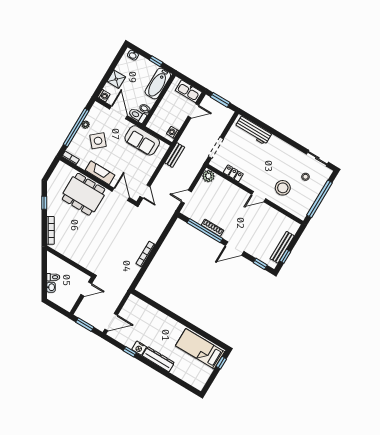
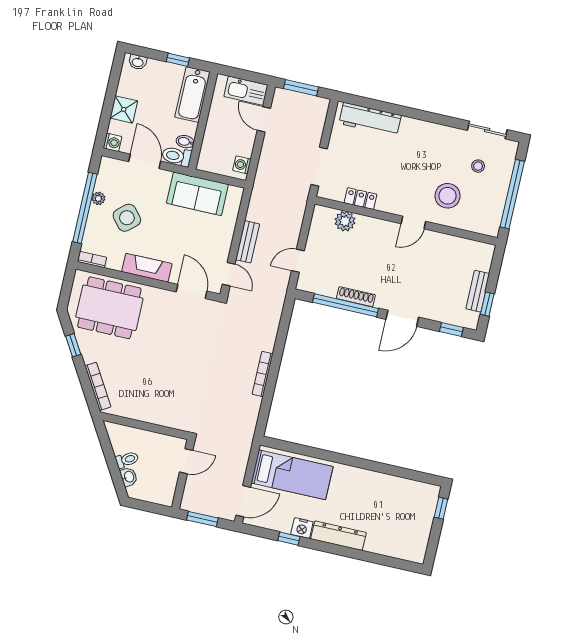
door: (193, 111) -> (264, 119), swing flipped
bench: (175, 155) -> (248, 242), moved
plant: (208, 176) -> (345, 221), moved
dining table: (84, 194) -> (109, 308), moved
bench: (282, 247) -> (478, 291), width x0.73
bed: (200, 349) -> (292, 475), moved, turned 180

